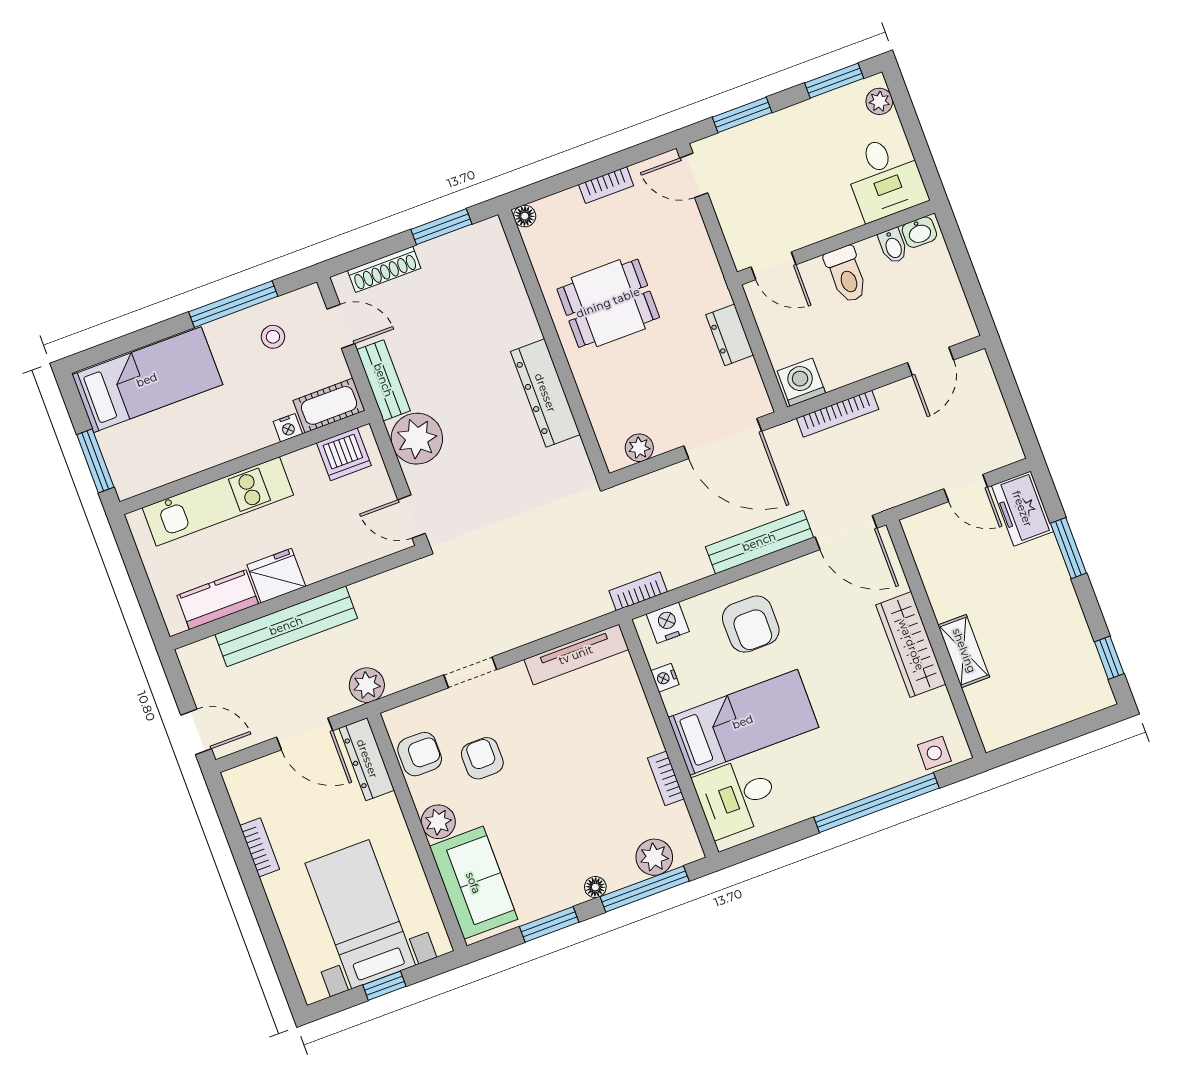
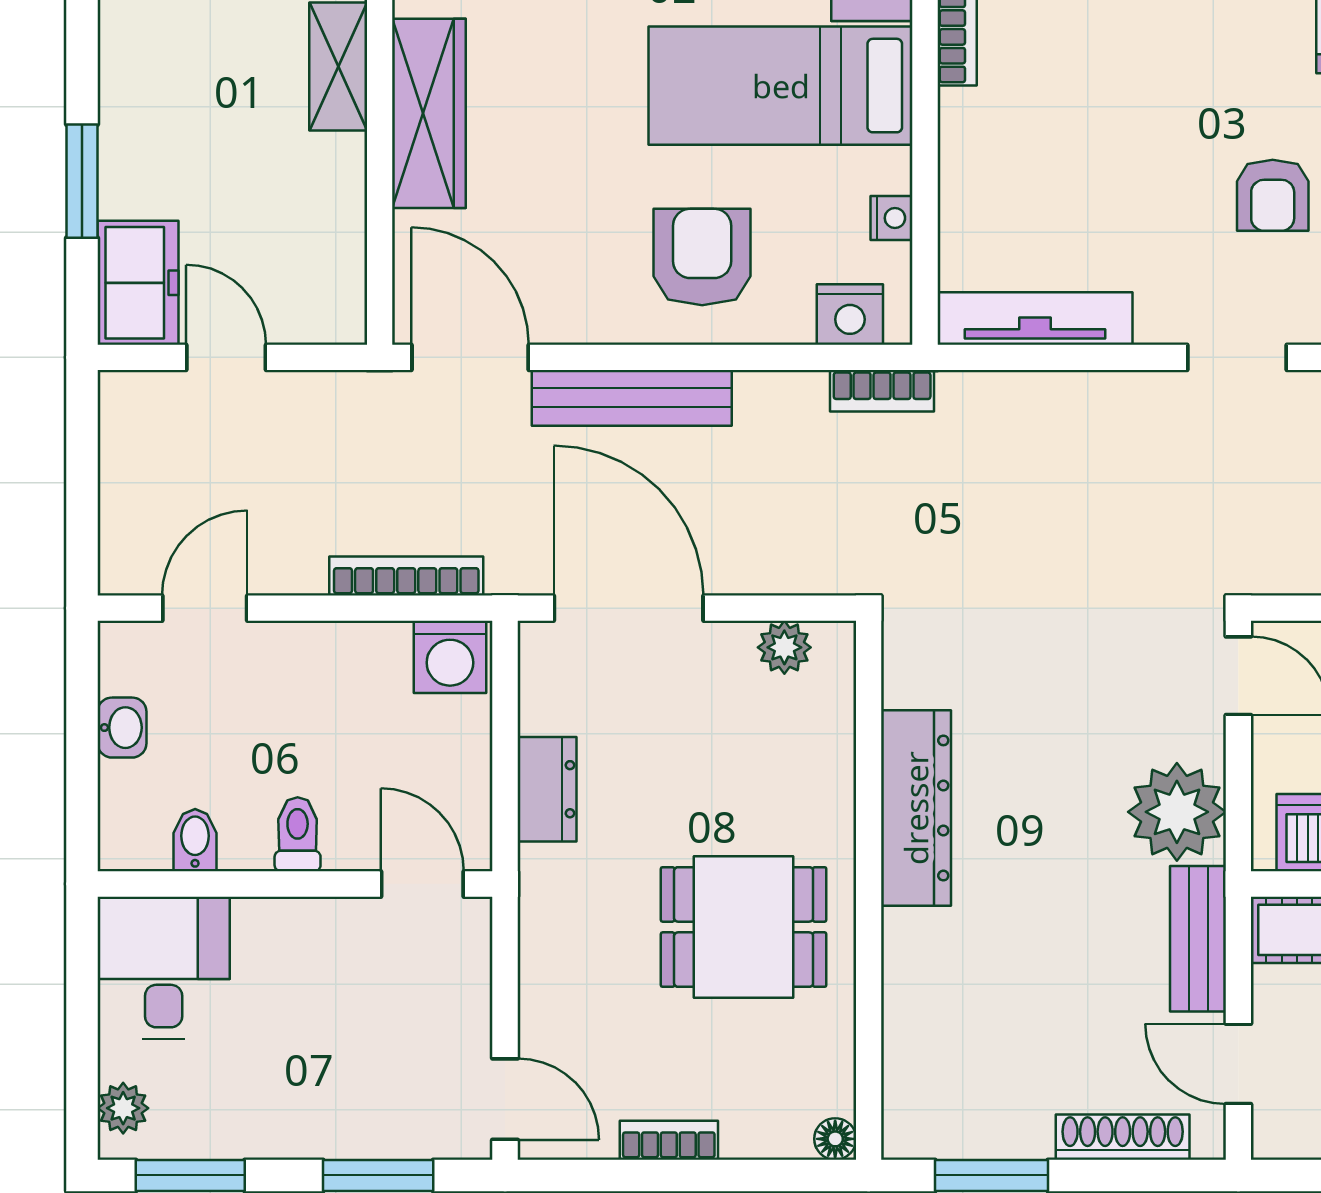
washbasin: (919, 232) -> (122, 728), moved, turned 90
toilet: (846, 274) -> (298, 834), width x0.73, depth x0.72

